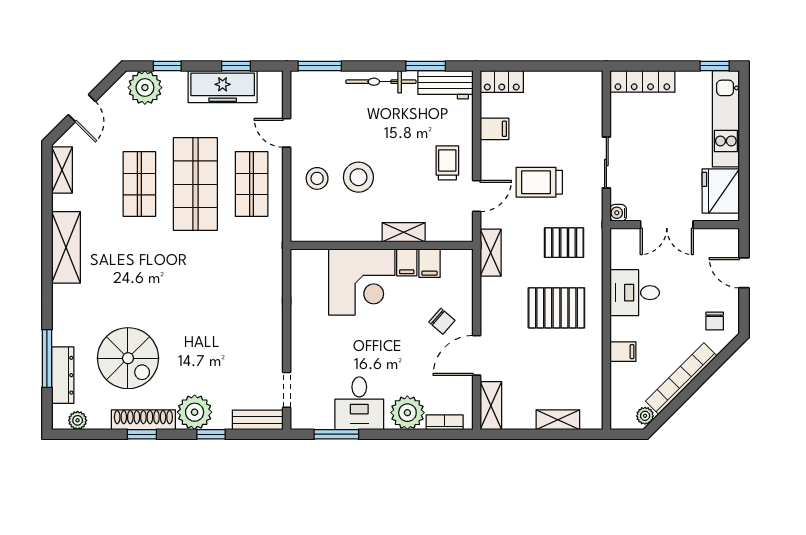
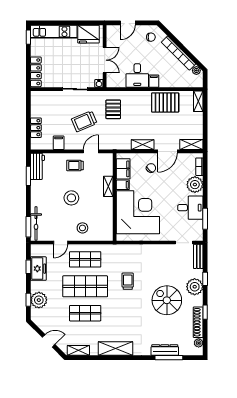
bicycle: (381, 82) -> (36, 223), moved
locker: (502, 82) -> (36, 128), moved
freezer: (223, 87) -> (38, 269), width x0.71
plant: (145, 88) -> (39, 300), moved
stool: (358, 177) -> (71, 198), moved
trolley: (539, 182) -> (84, 121), turned 67
door: (477, 196) -> (91, 151), hinge flipped
shelving: (491, 253) -> (143, 145), moved
filing cabinet: (429, 263) -> (123, 169), width x2.00
trolley: (206, 273) -> (128, 281), added
corner desk: (362, 282) -> (138, 212), width x1.36, depth x1.36
pallet: (556, 308) -> (165, 102), moved, turned 90
filing cabinet: (623, 352) -> (154, 81), moved
door: (477, 355) -> (167, 151), hinge flipped
spiral stairs: (128, 358) -> (167, 300), moved, turned -90
dresser: (63, 375) -> (165, 350), moved
shoe rack: (143, 420) -> (198, 322), moved
shelving: (558, 420) -> (198, 101), moved

